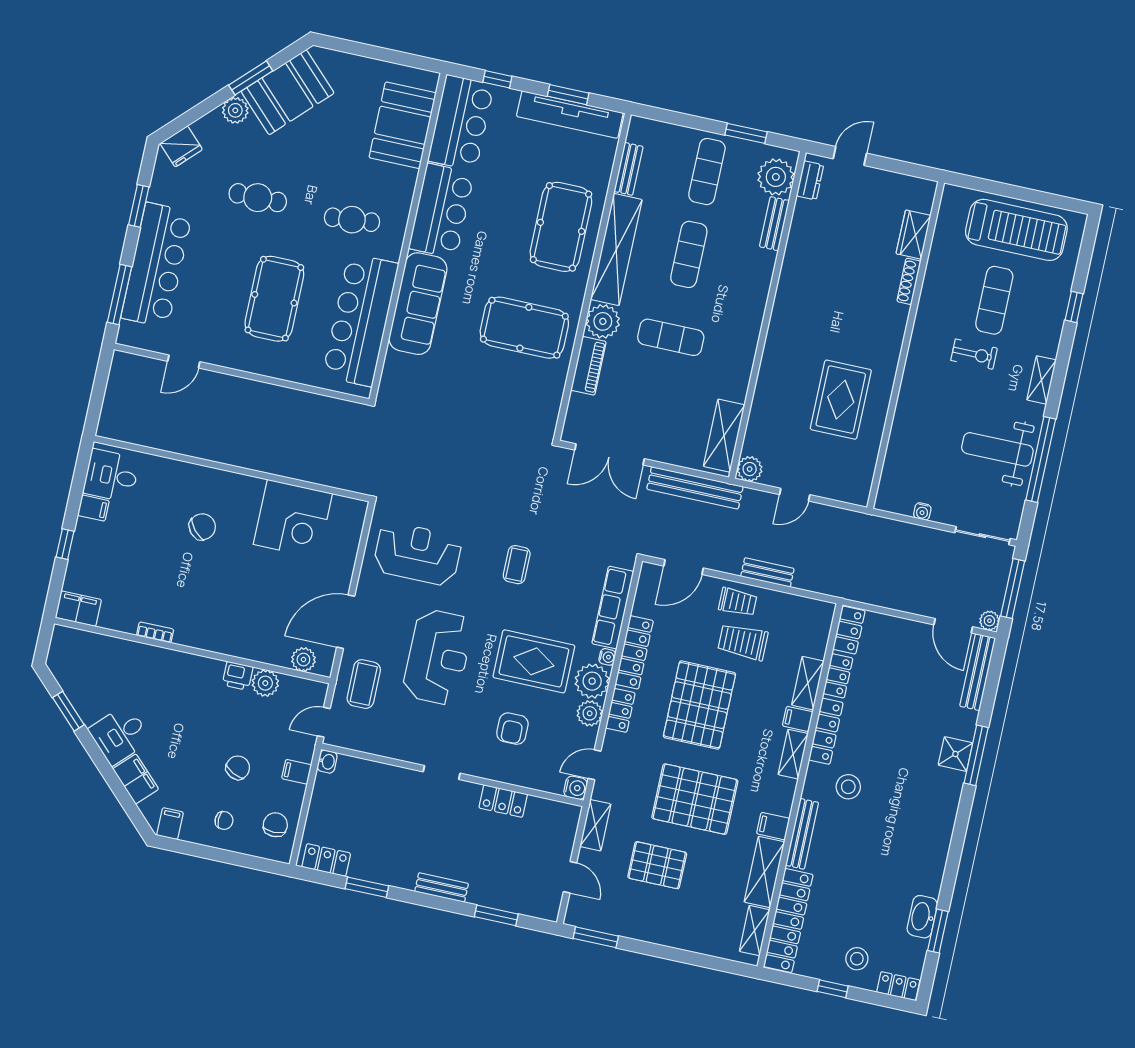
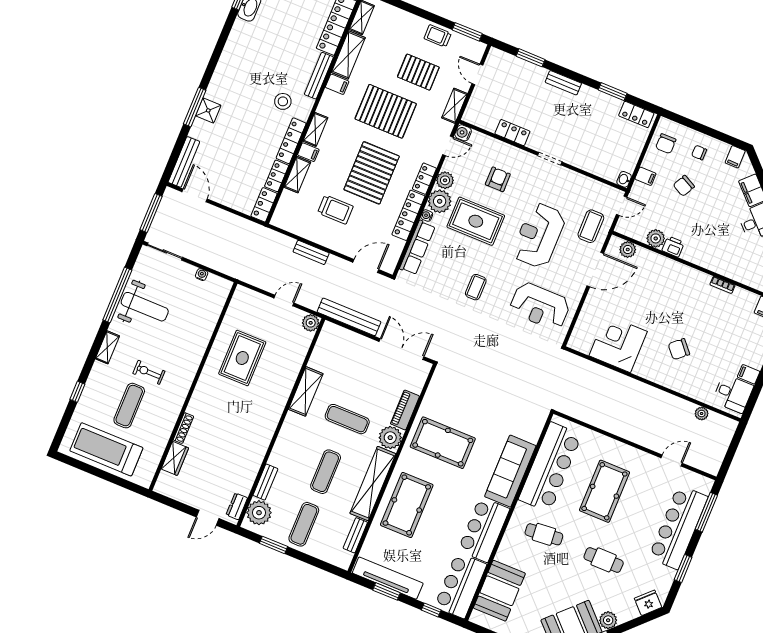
shelving: (724, 436) -> (306, 391), moved
trolley: (738, 602) -> (438, 36), moved
plant: (989, 621) -> (702, 414), moved

